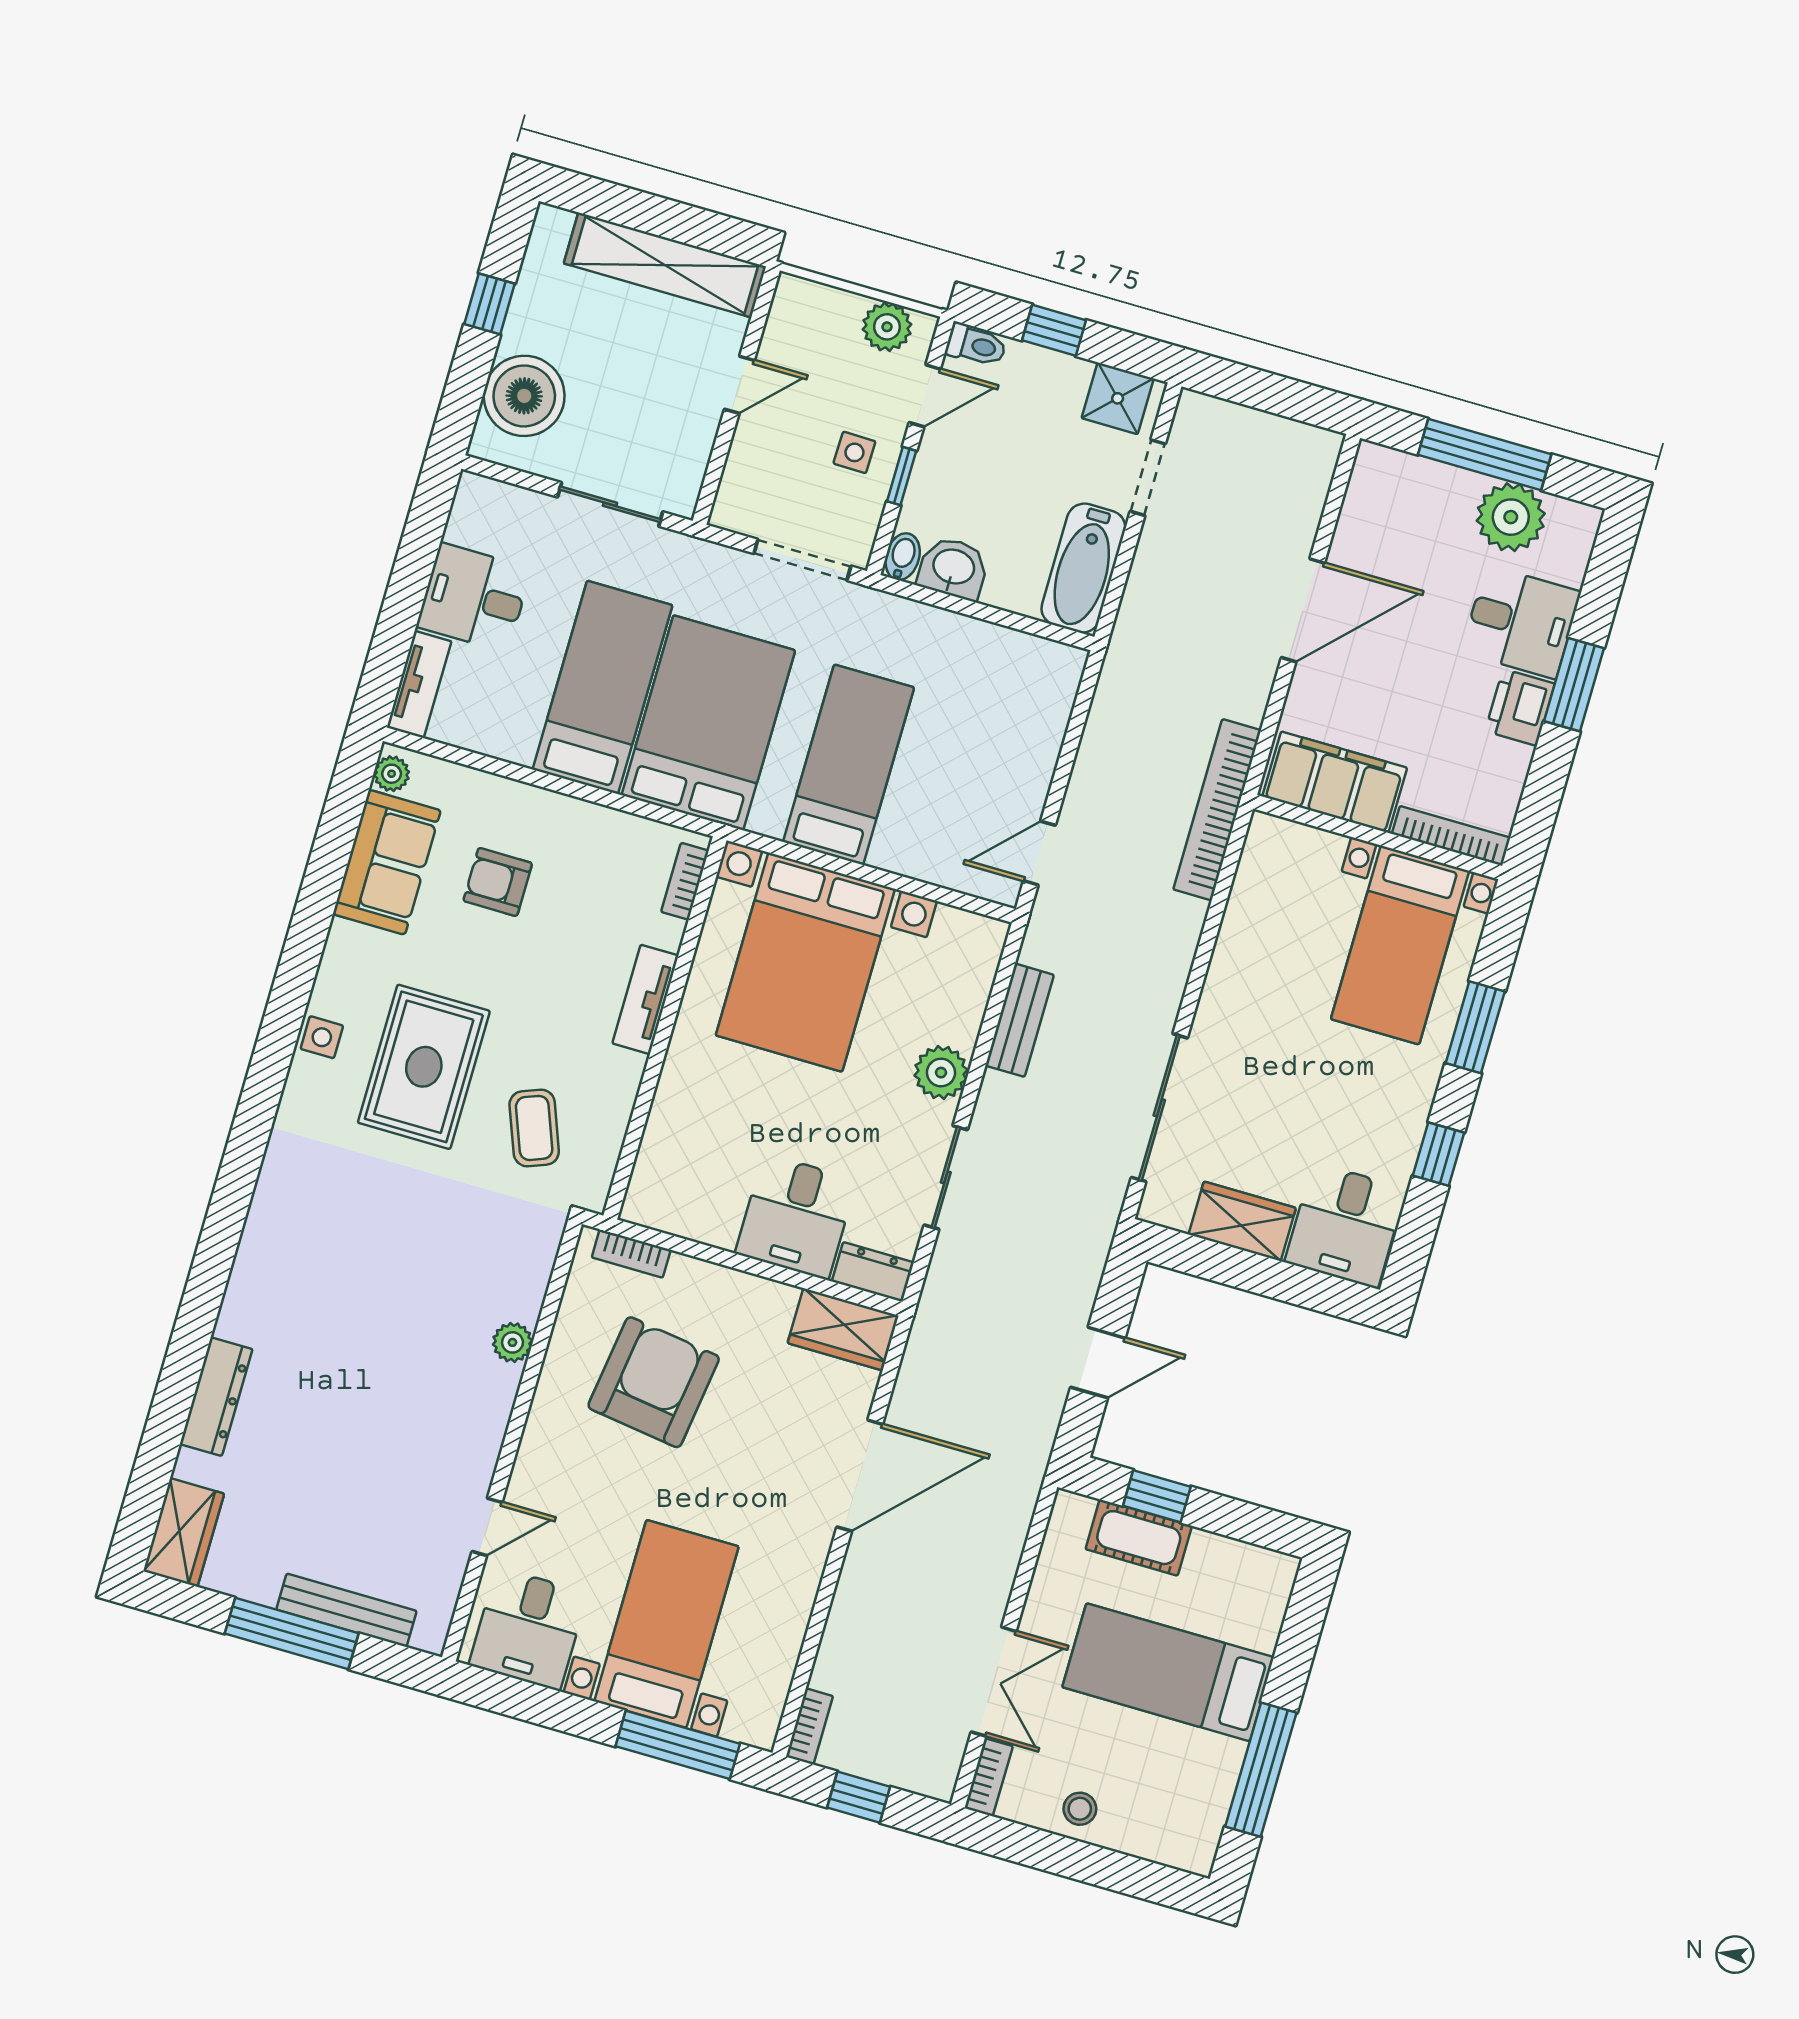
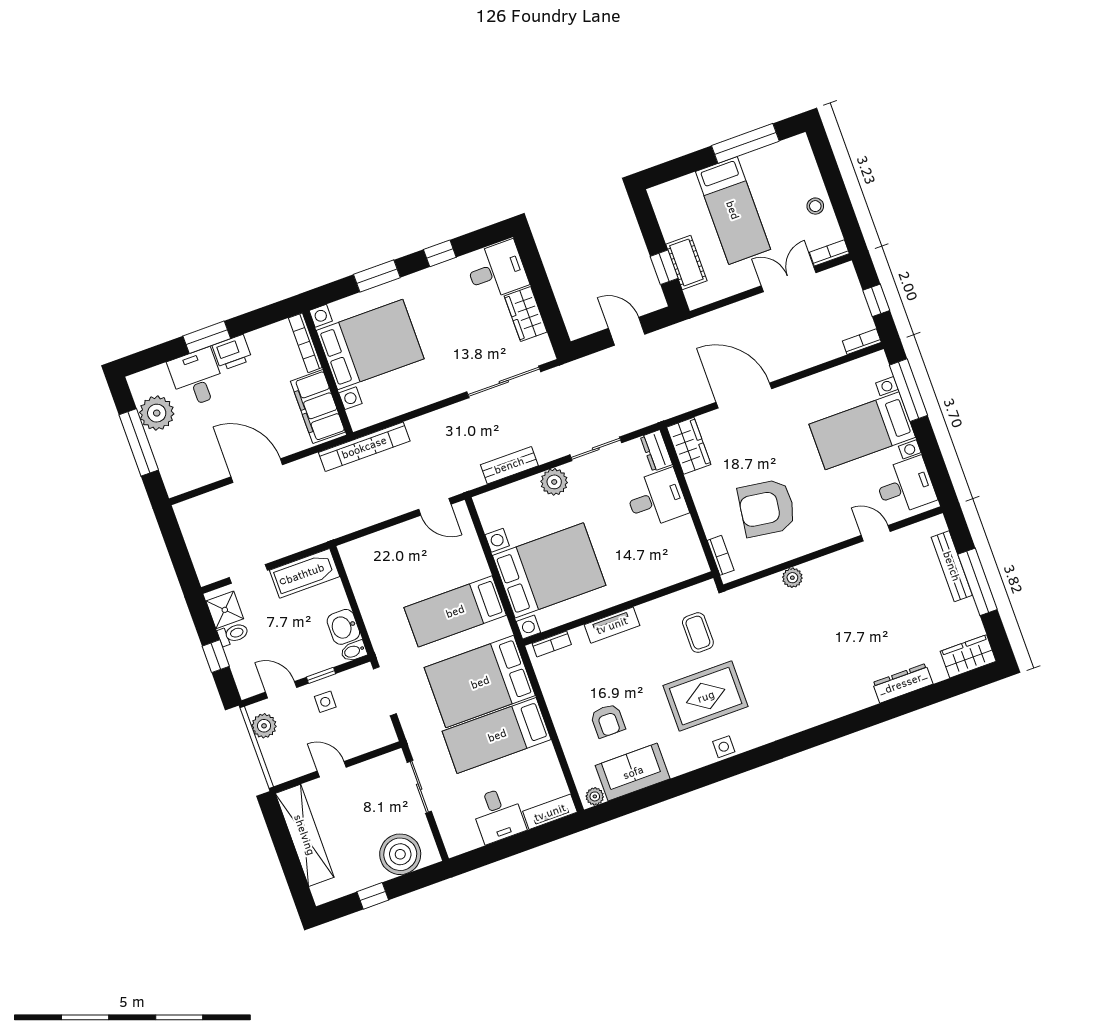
toilet: (976, 345) -> (233, 634), moved, turned 90
bed with nightstands: (1400, 945) -> (370, 345), width x1.36
coffee table: (534, 1128) -> (698, 633), turned -69

